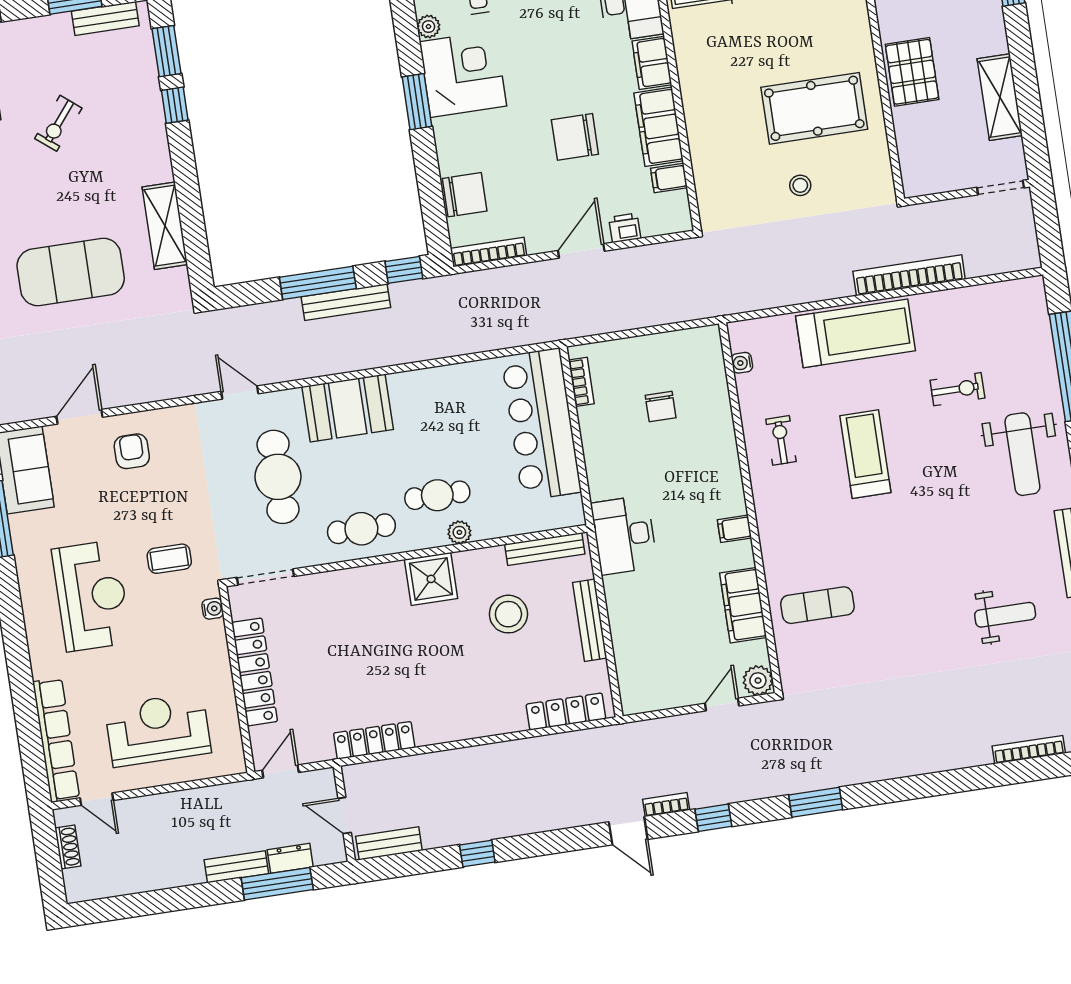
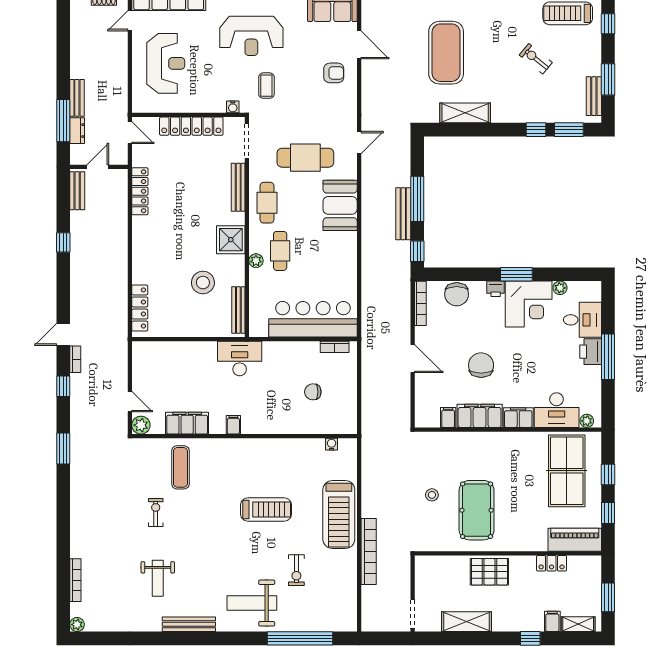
printer: (625, 228) -> (496, 289), moved, turned 90
exercise bike: (781, 440) -> (156, 513), moved, turned -90
bench: (590, 620) -> (238, 187), moved, turned 90

